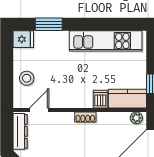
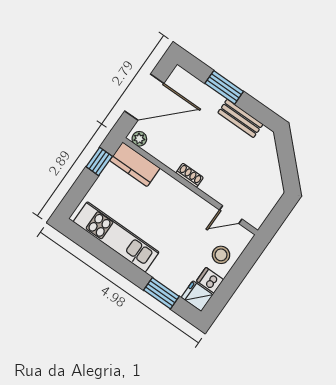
dishwasher: (100, 99) -> (210, 280), moved, turned 90
dresser: (20, 131) -> (264, 206), removed

